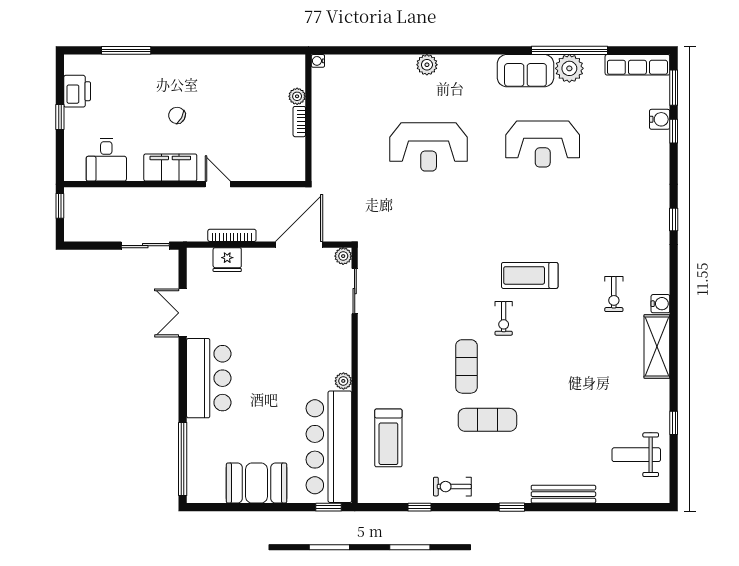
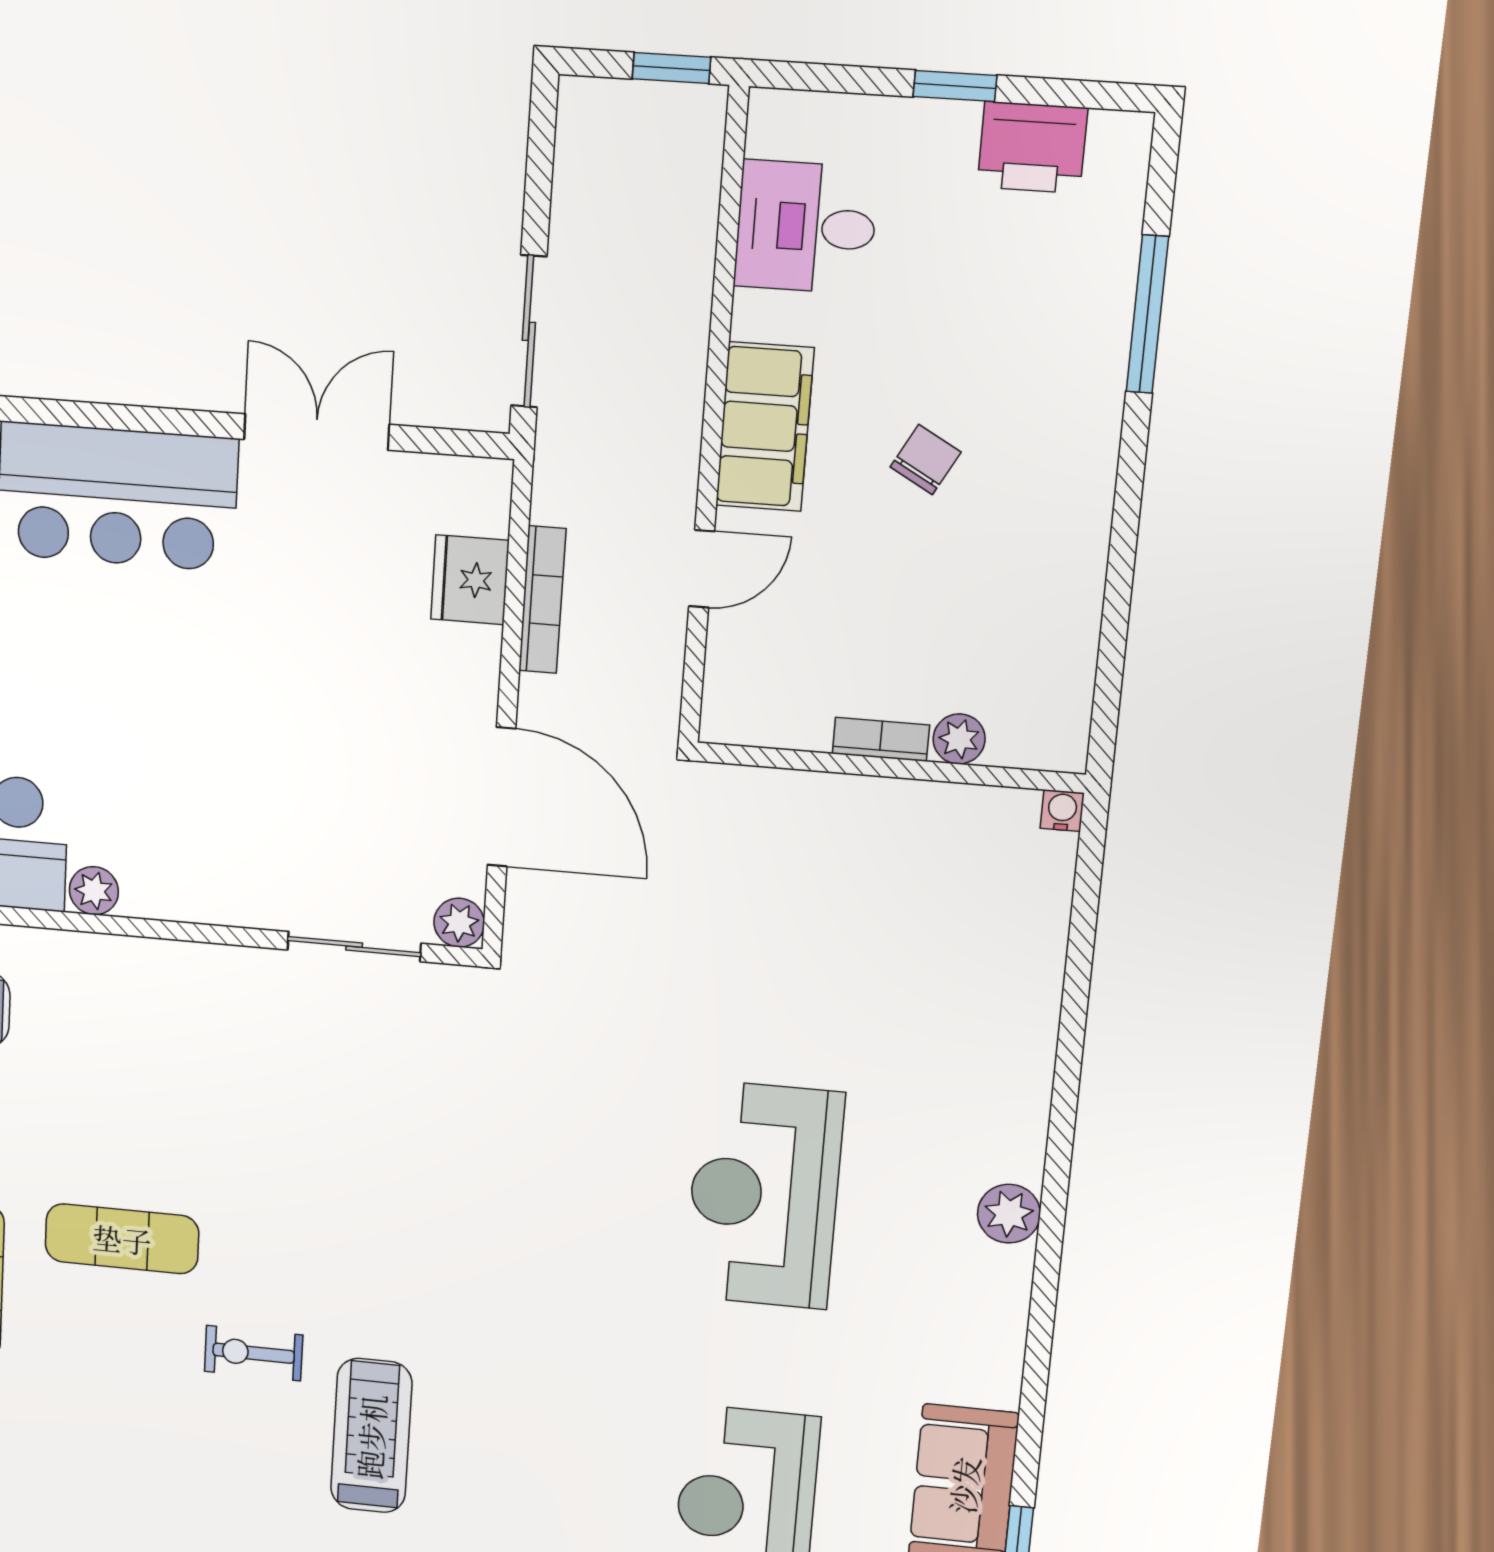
water cooler: (318, 61) -> (1062, 811), moved
plant: (297, 96) -> (959, 739), moved
wall: (308, 118) -> (890, 768), moved
bookcase: (299, 122) -> (881, 739), moved

